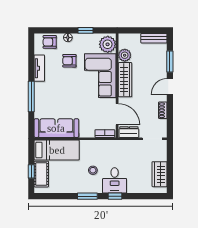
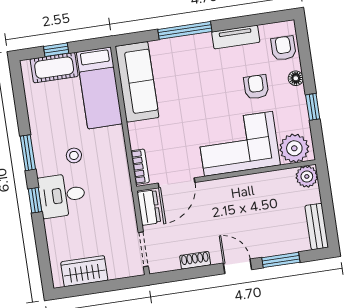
plant: (125, 55) -> (307, 176), moved
wardrobe: (125, 80) -> (238, 187), removed

